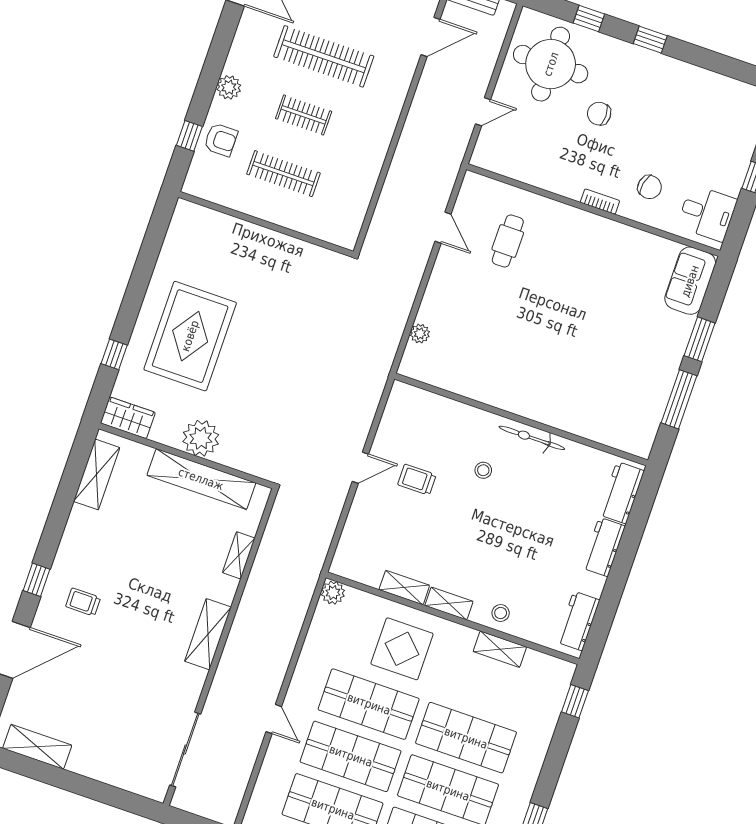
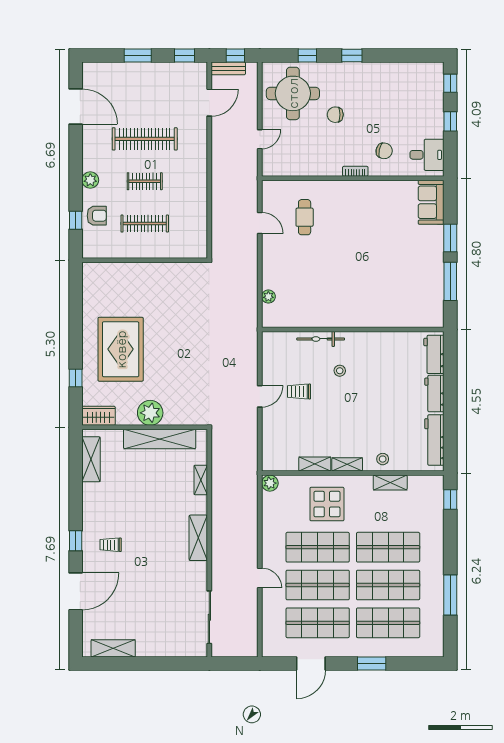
bicycle: (532, 438) -> (321, 339), moved
workbench: (578, 621) -> (434, 440), width x1.38

